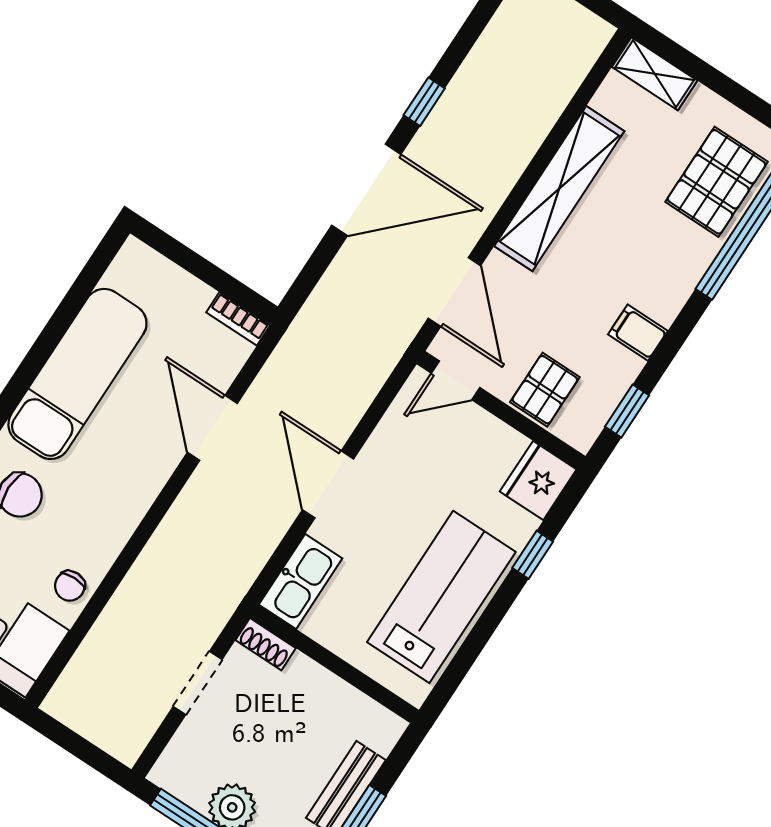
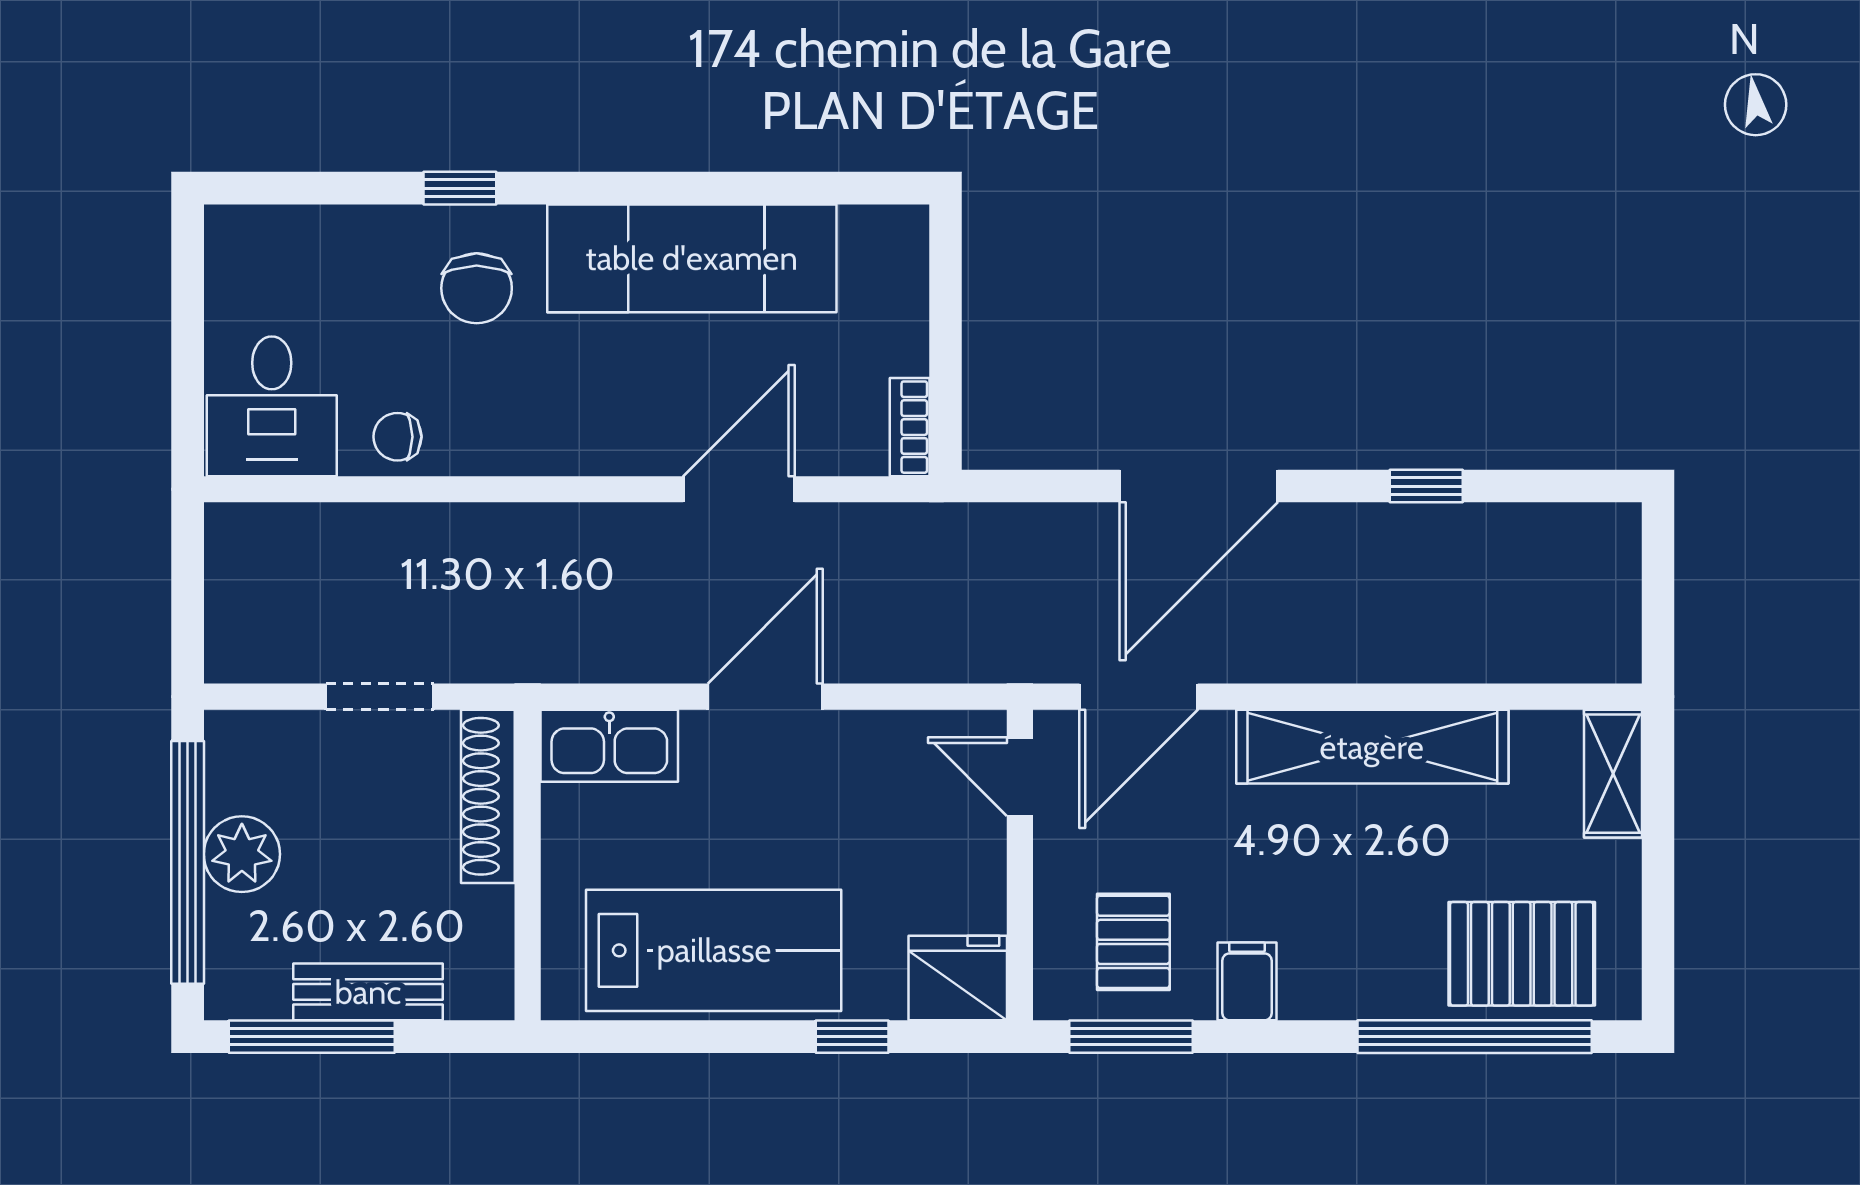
window: (424, 102) -> (1426, 486), moved
door: (366, 190) -> (1199, 486), hinge flipped
pallet: (545, 390) -> (1133, 942), moved, turned 90
window: (627, 411) -> (1131, 1037), width x1.50
shoe rack: (266, 644) -> (488, 796), width x1.94, depth x1.24

